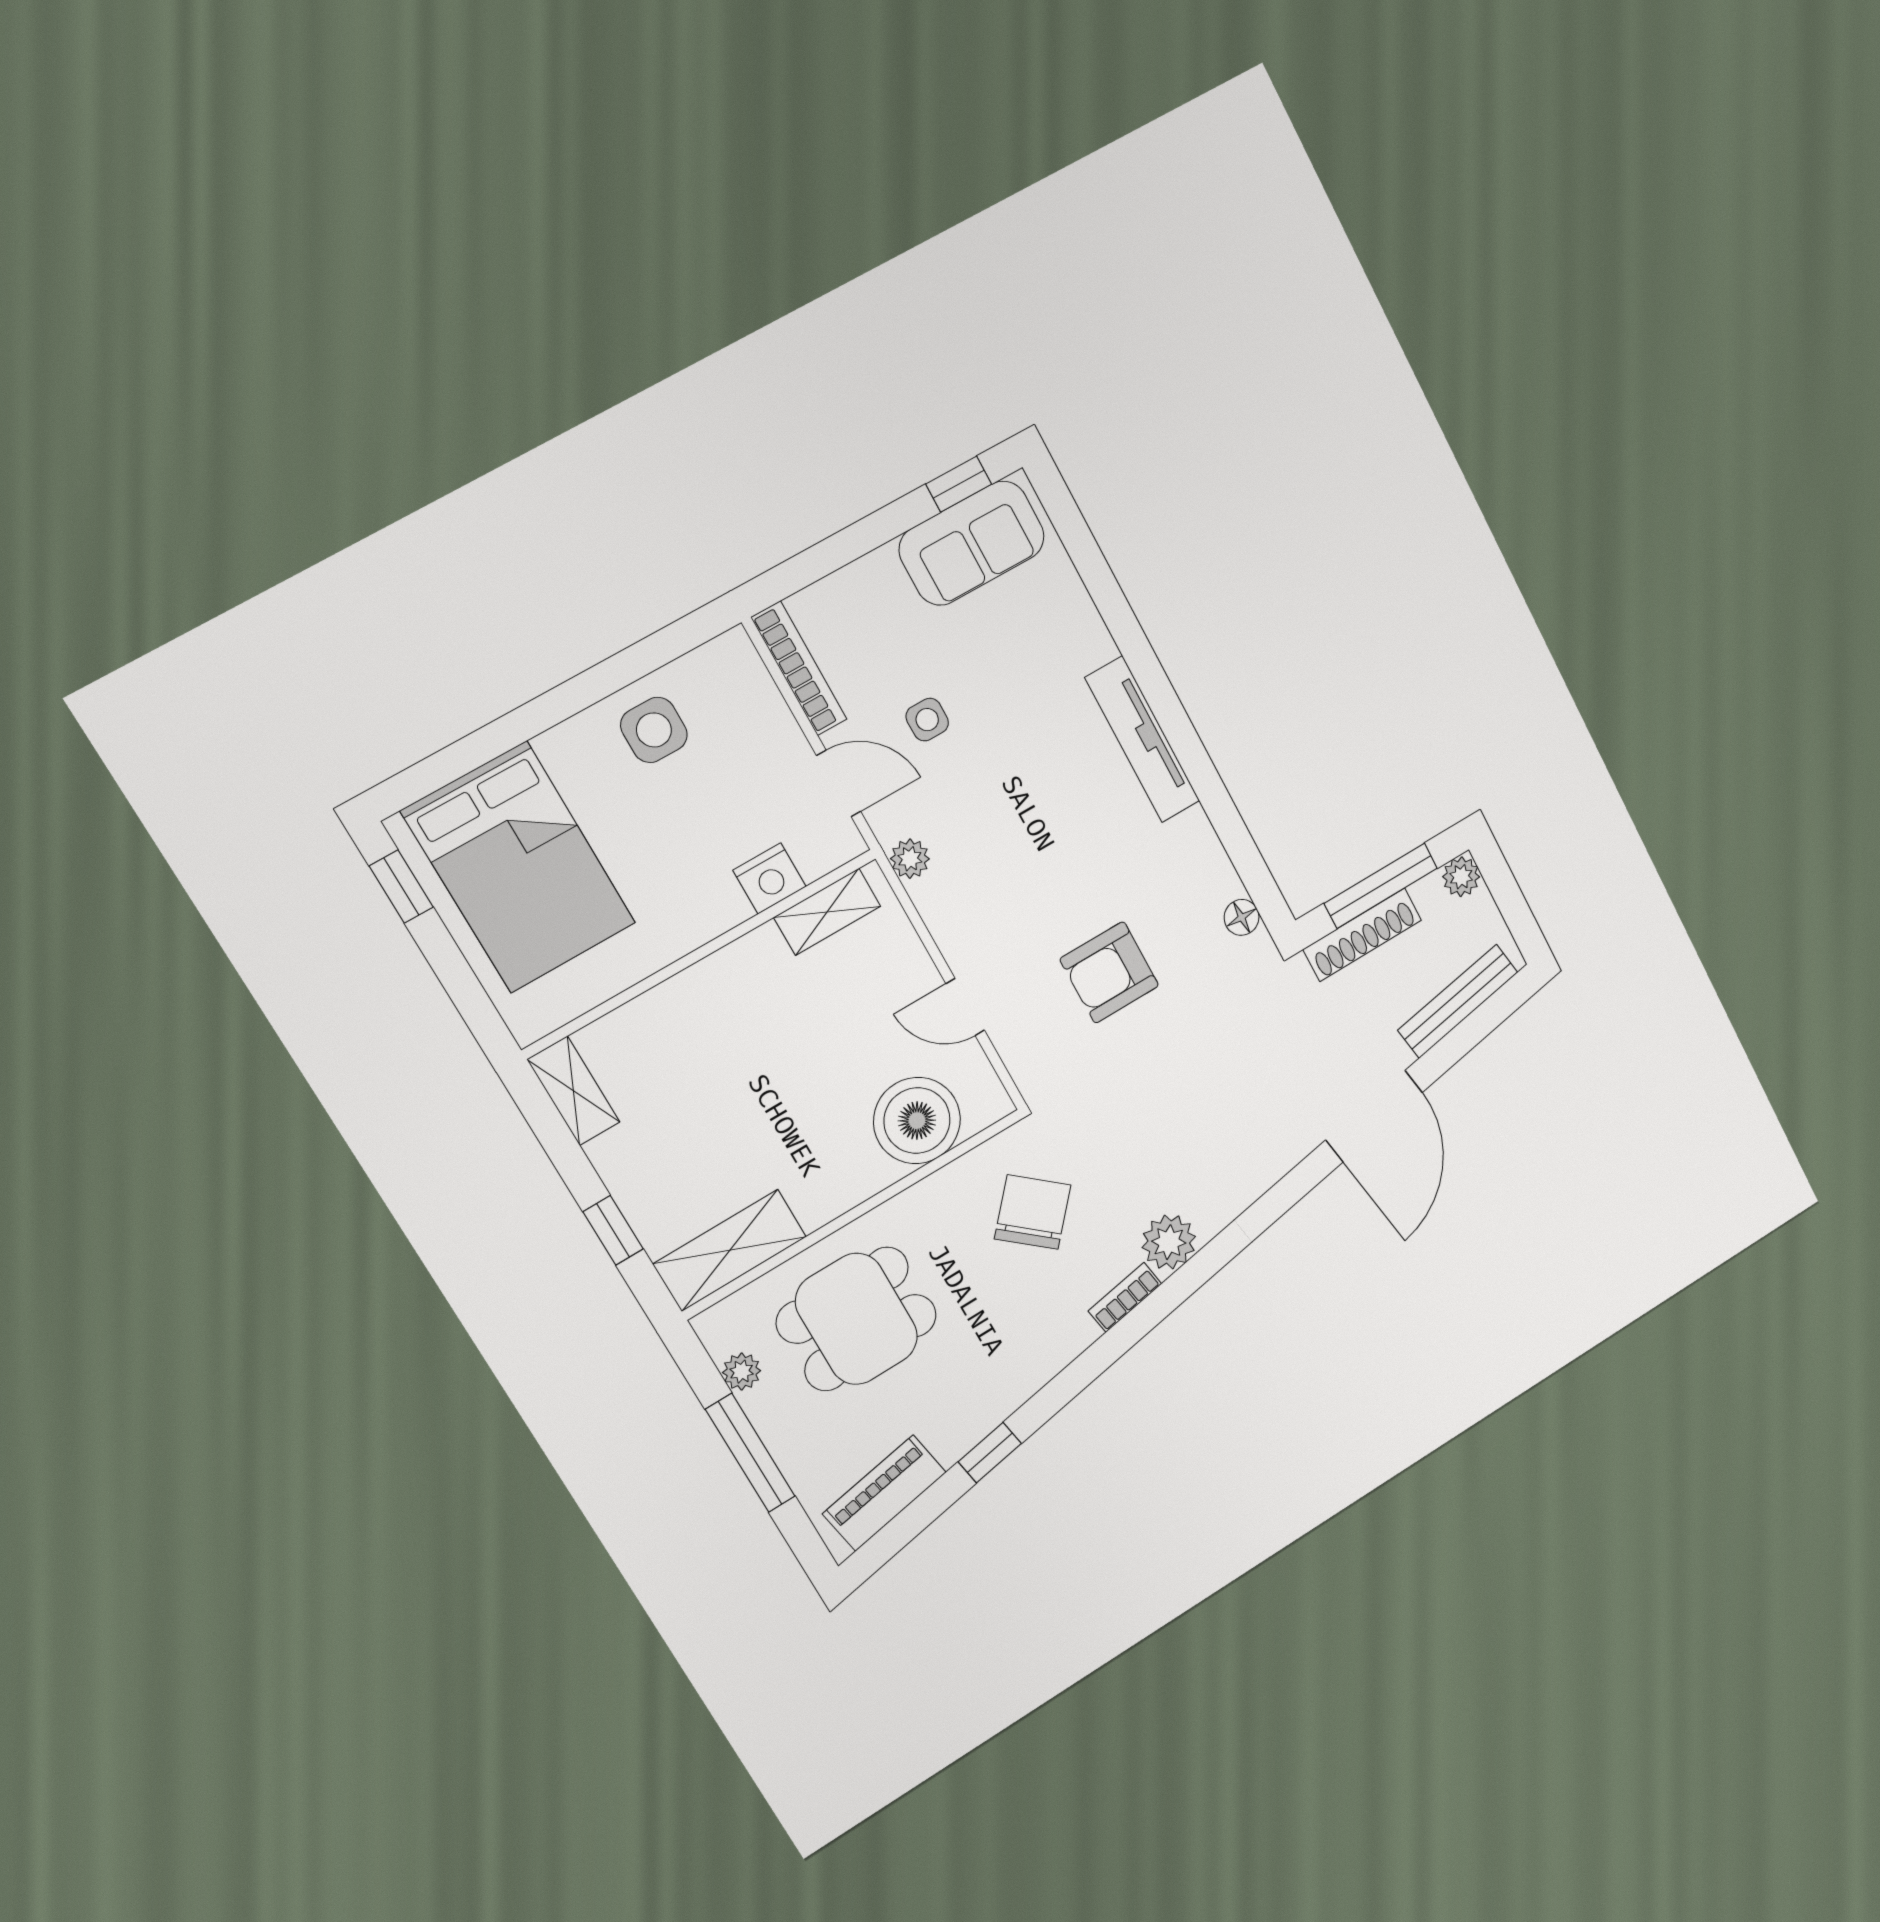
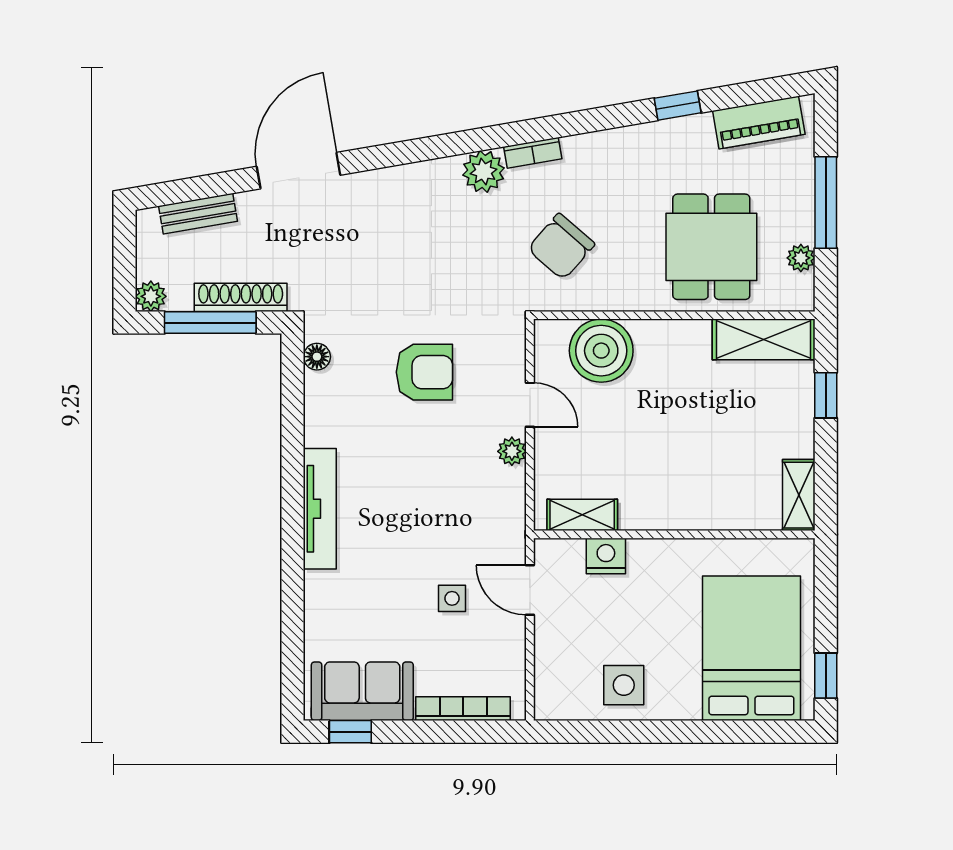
bookcase: (799, 668) -> (463, 709), moved, turned 90
plant: (910, 859) -> (512, 451), moved
bench: (1458, 1001) -> (198, 214), width x0.73
dining table: (857, 1319) -> (711, 247), turned 90

